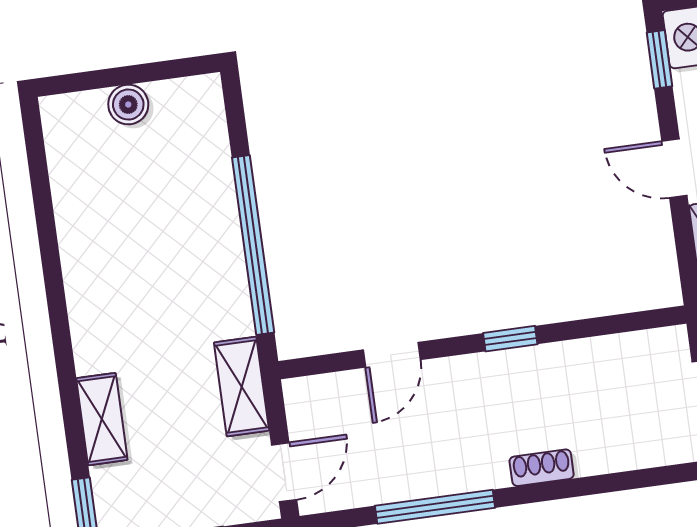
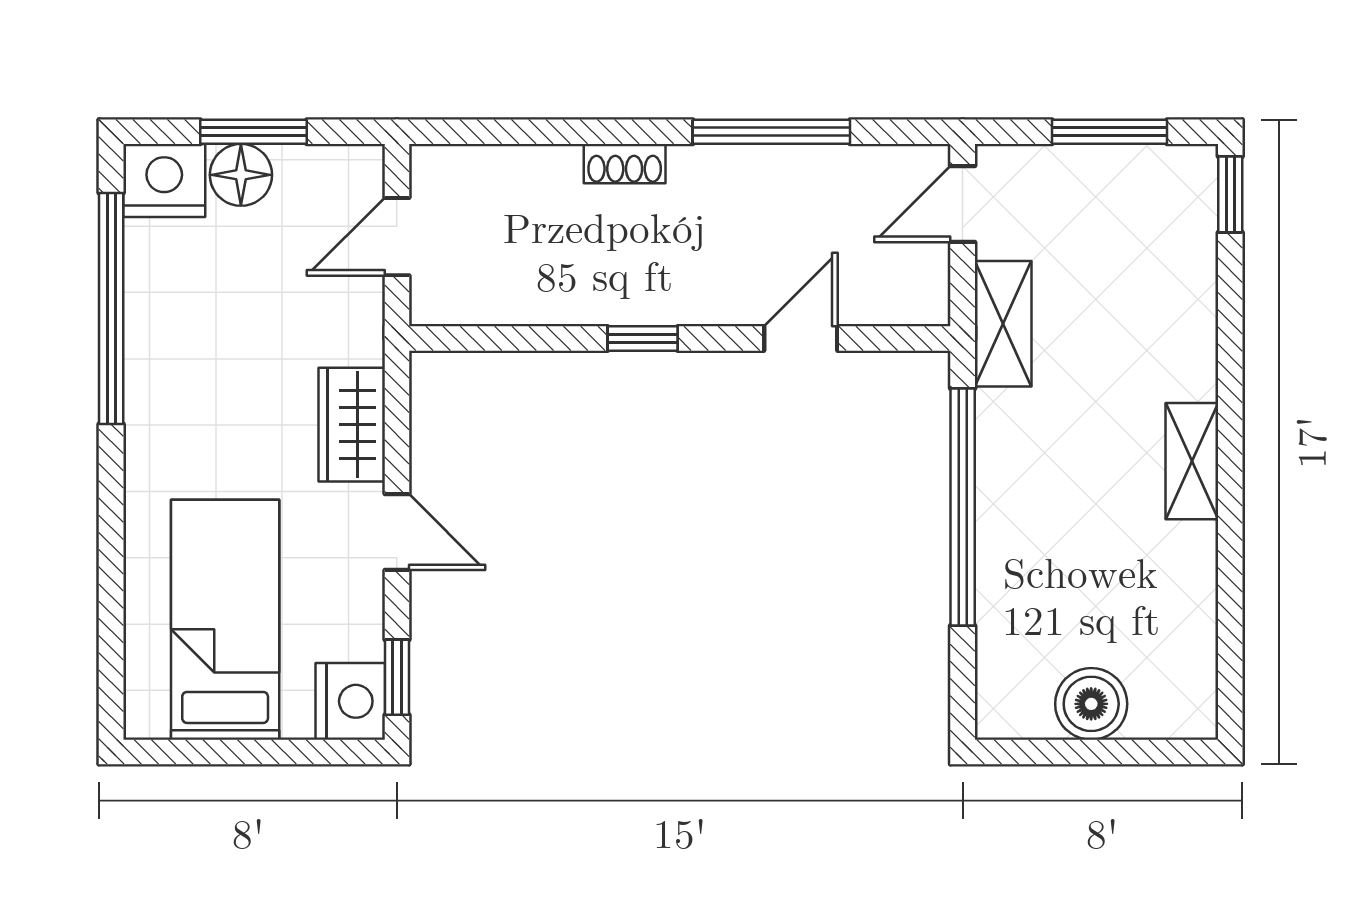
boiler: (128, 105) -> (1091, 704), width x1.36, depth x1.36
shelving: (102, 419) -> (1192, 461), moved

